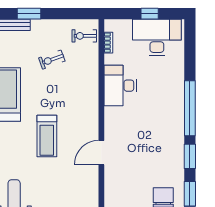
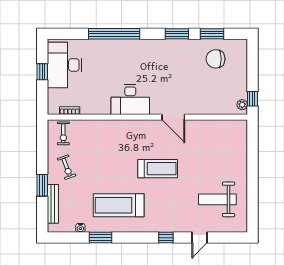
exercise bike: (52, 60) -> (67, 167), moved
desk: (120, 86) -> (130, 99), moved
window: (190, 108) -> (114, 34), moved

